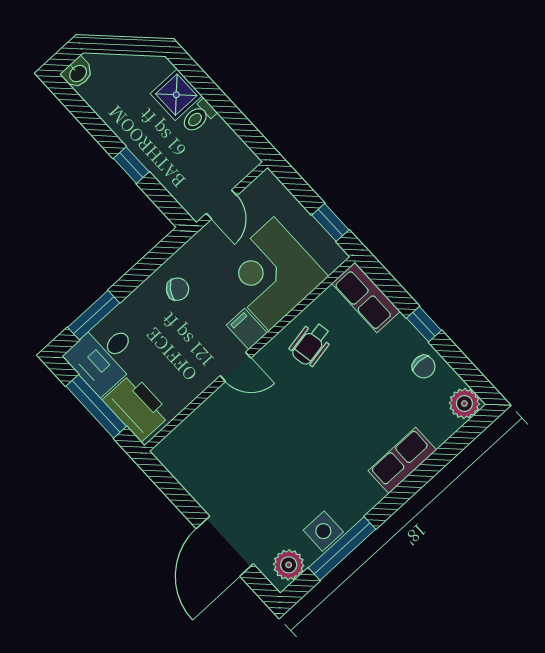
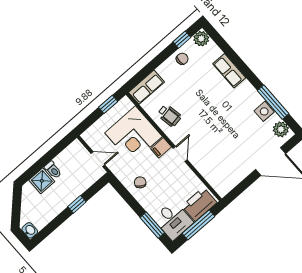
window: (424, 324) -> (182, 40), moved

